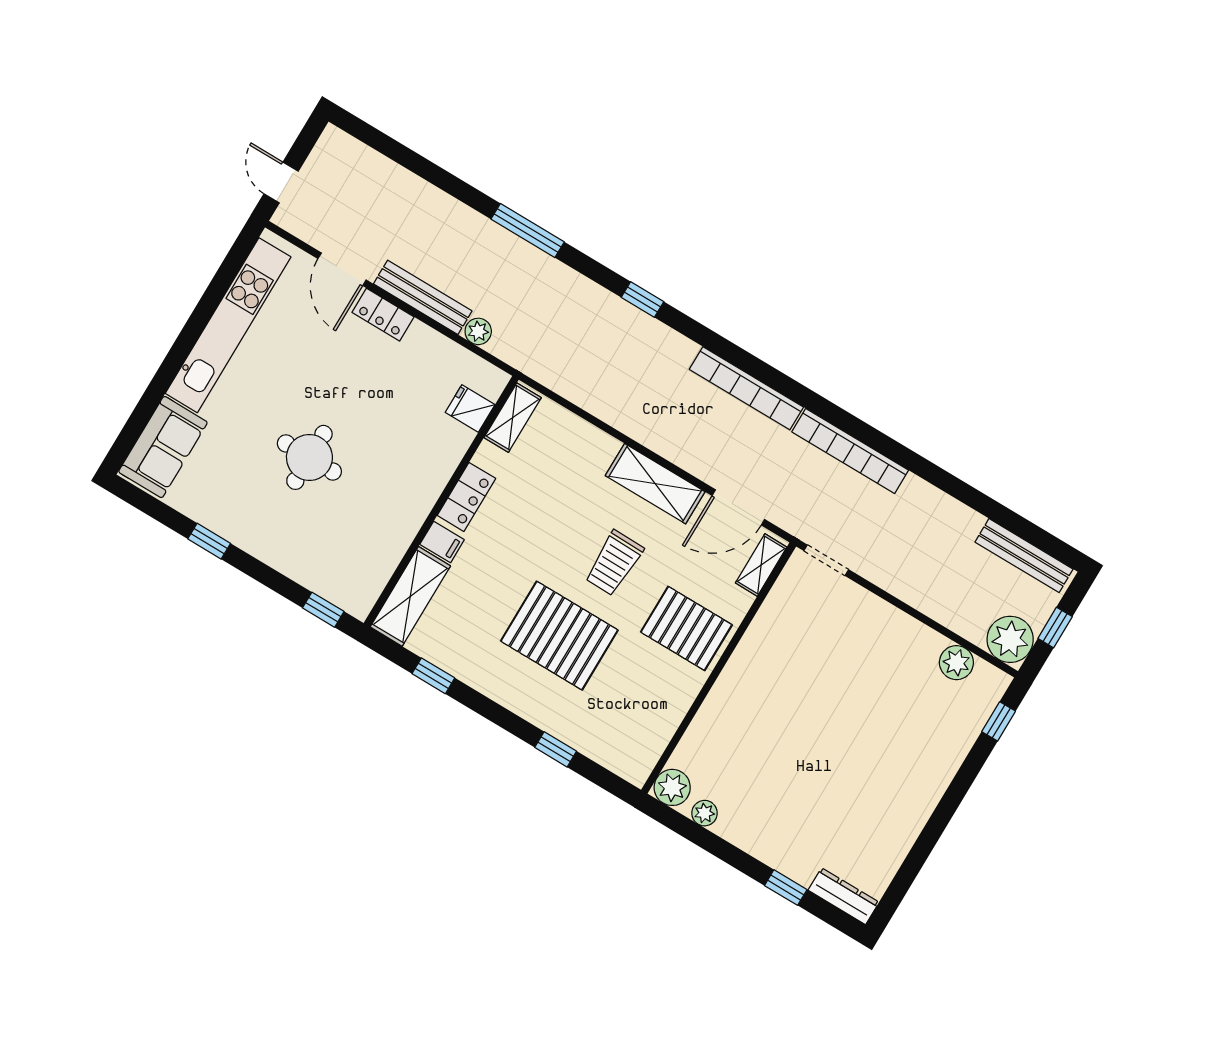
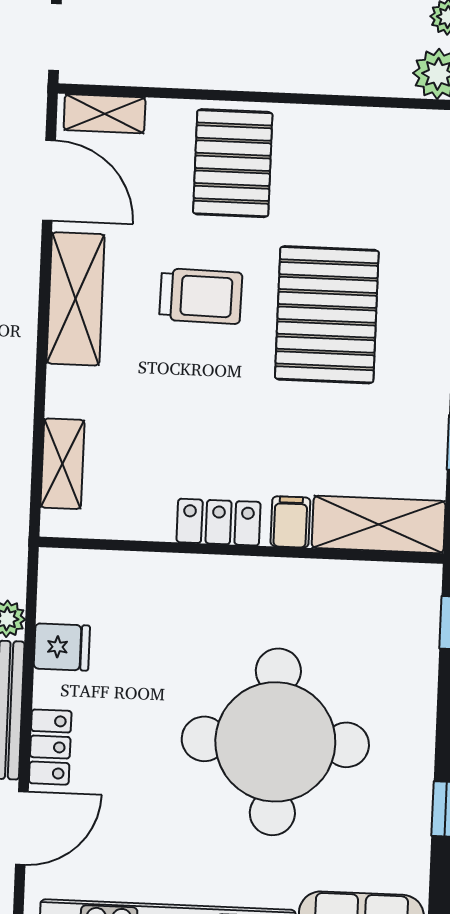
fridge: (470, 409) -> (62, 647), moved, turned -90
shelving: (513, 418) -> (62, 464), moved, turned 90
round table: (309, 457) -> (275, 742), width x1.86, depth x1.86

